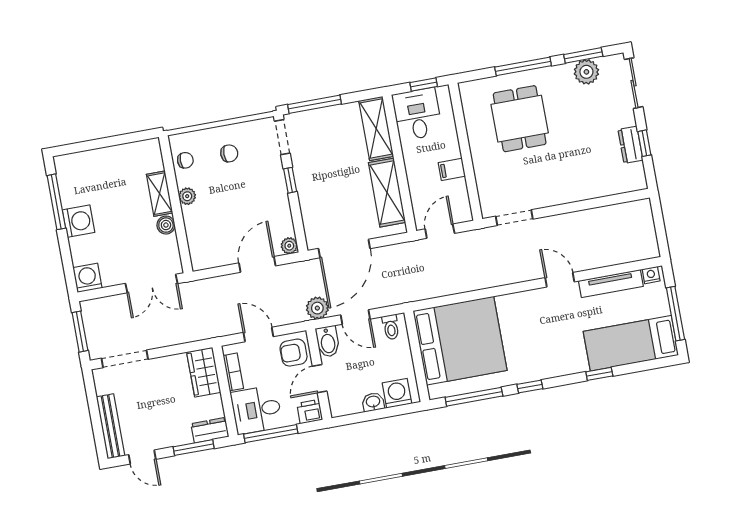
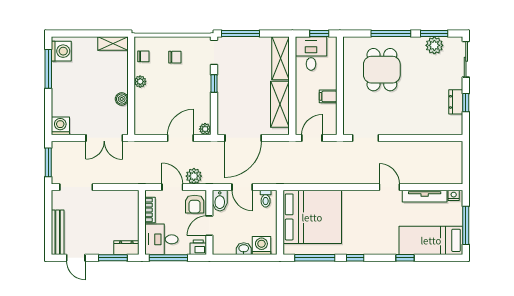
shelving: (160, 194) -> (113, 43), moved, turned 90
washing machine: (79, 221) -> (61, 51), moved
plant: (317, 308) -> (194, 176), moved
armchair: (294, 353) -> (195, 204), turned -90
wardrobe: (204, 372) -> (129, 206), removed

